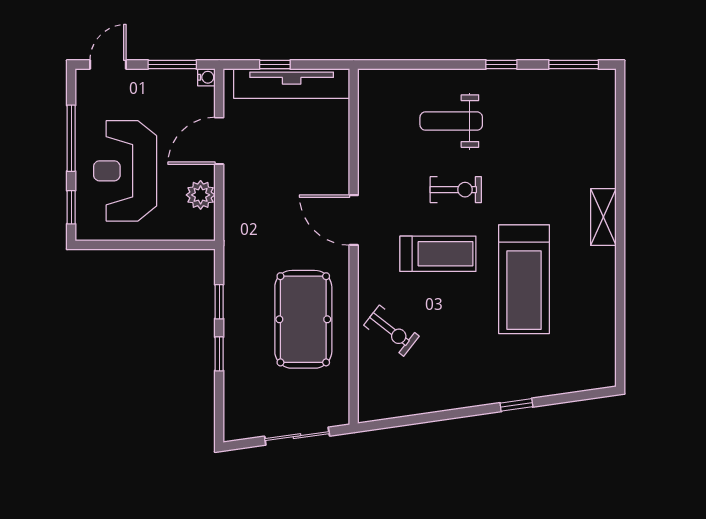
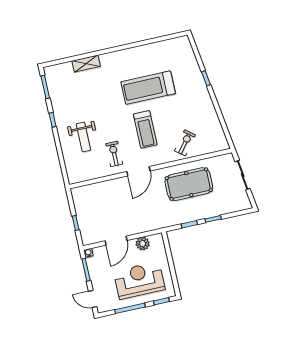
tv unit: (292, 83) -> (83, 213), removed
door: (219, 141) -> (116, 241), hinge flipped
reception desk: (125, 171) -> (139, 280), turned 180
exercise bike: (456, 190) -> (114, 154), moved
shelving: (603, 217) -> (86, 64), moved
treadmill: (438, 254) -> (145, 129), turned 180
treadmill: (524, 279) -> (148, 88), turned 180

